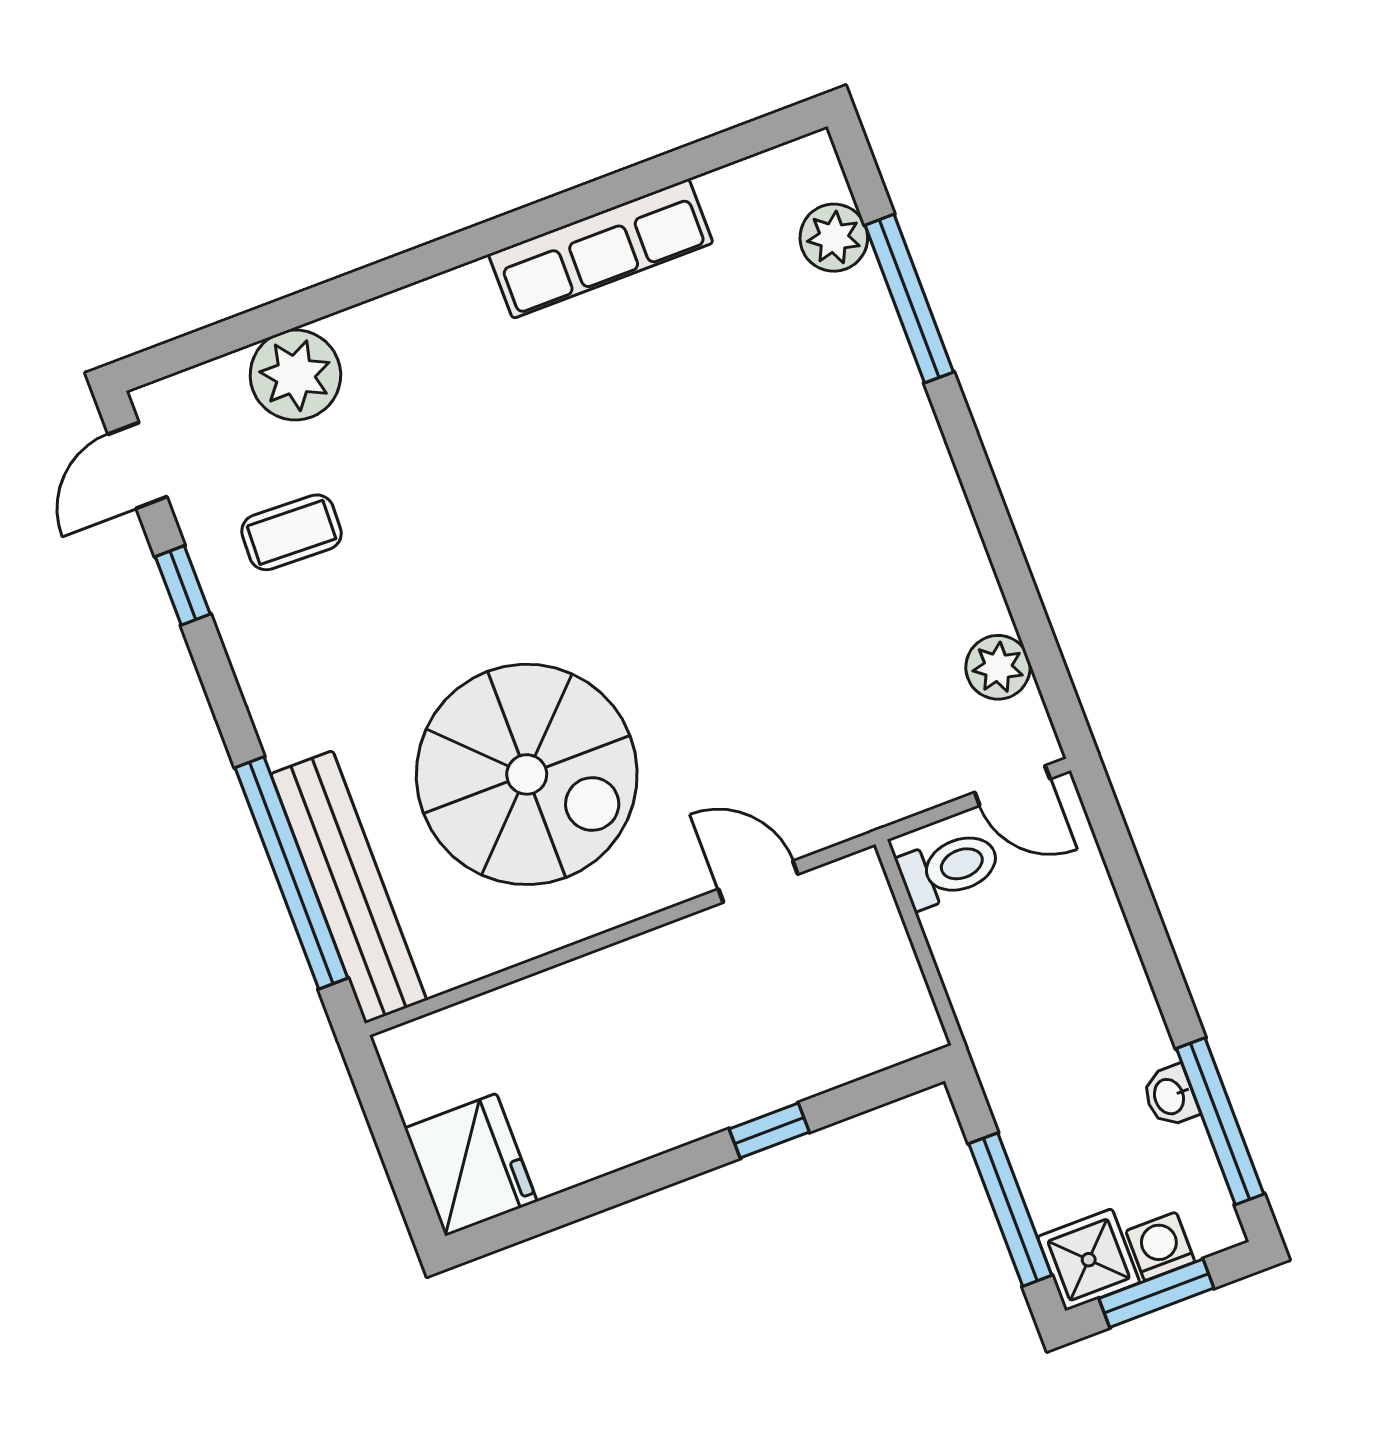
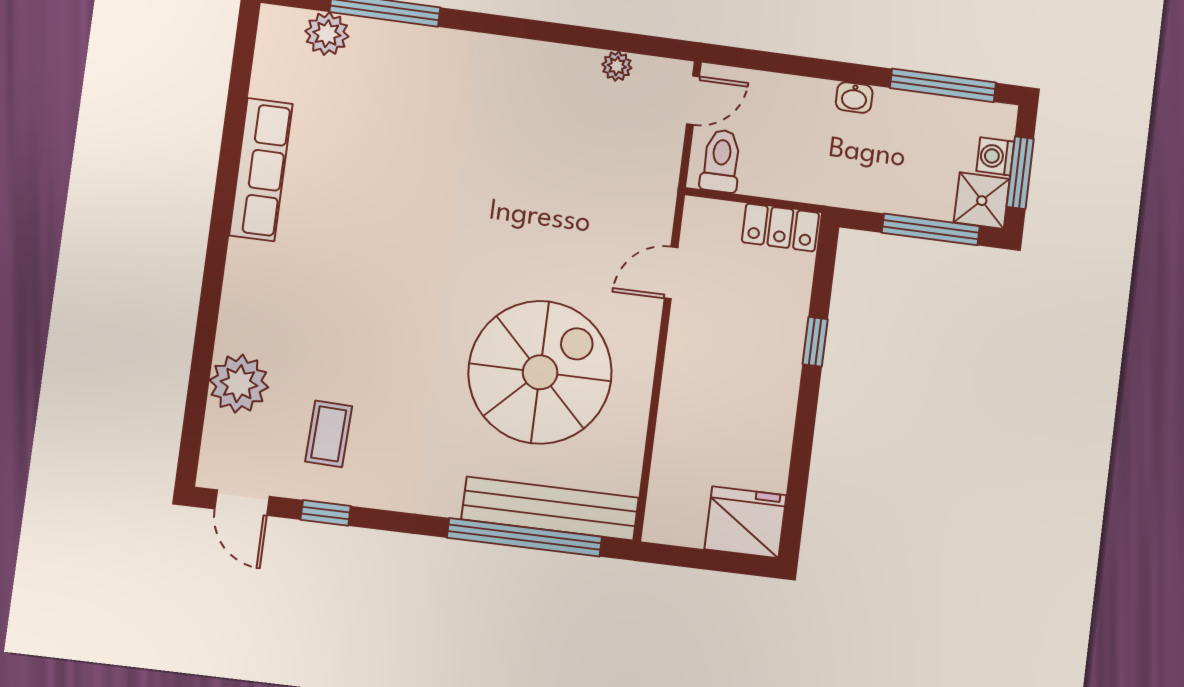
plant: (998, 667) -> (617, 66), width x0.73, depth x0.73
locker: (901, 999) -> (780, 227), added
washbasin: (1170, 1096) -> (854, 98), moved

